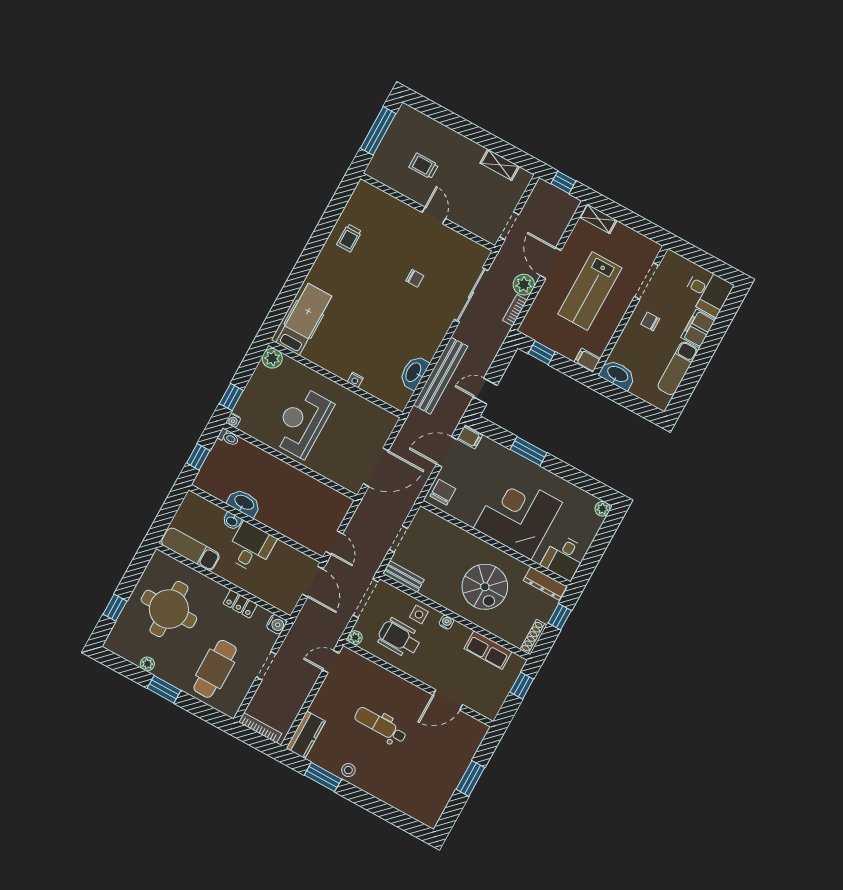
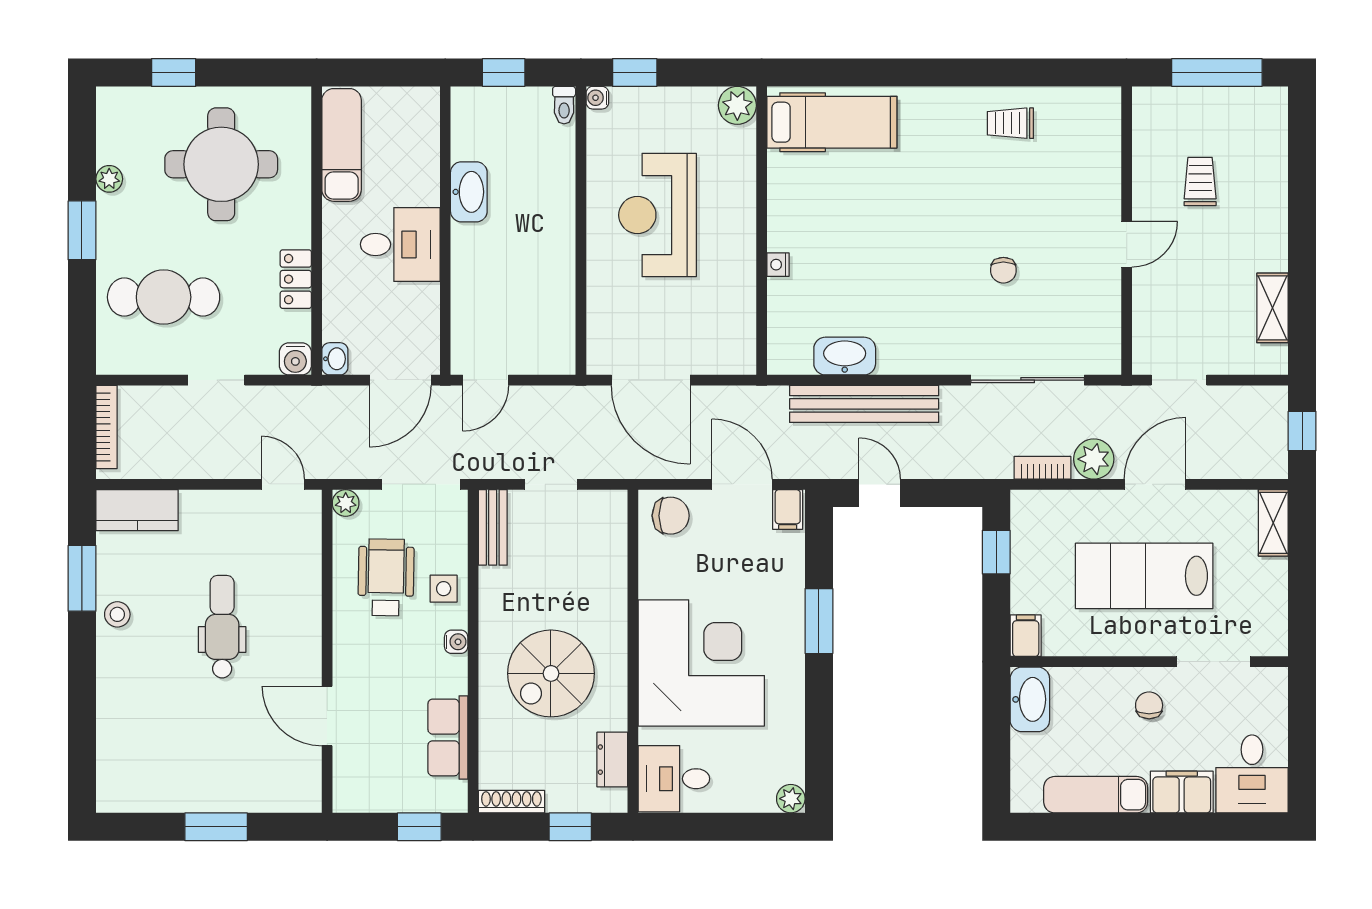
reception desk: (302, 422) -> (658, 215), turned -90
washbasin: (232, 521) -> (335, 359), moved, turned 180
dresser: (545, 583) -> (612, 760), width x0.70

